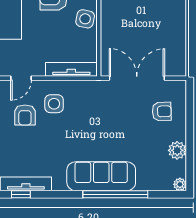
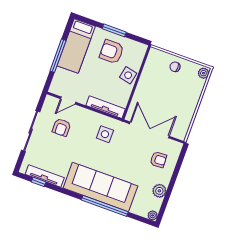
side table: (54, 104) -> (105, 134), moved
sofa: (101, 176) -> (100, 187), width x1.36, depth x1.27

